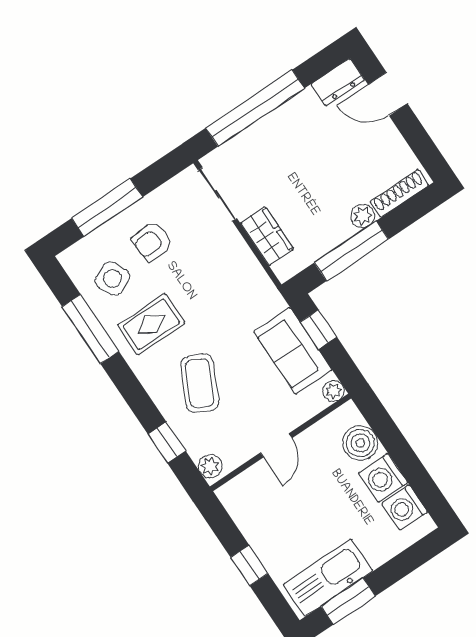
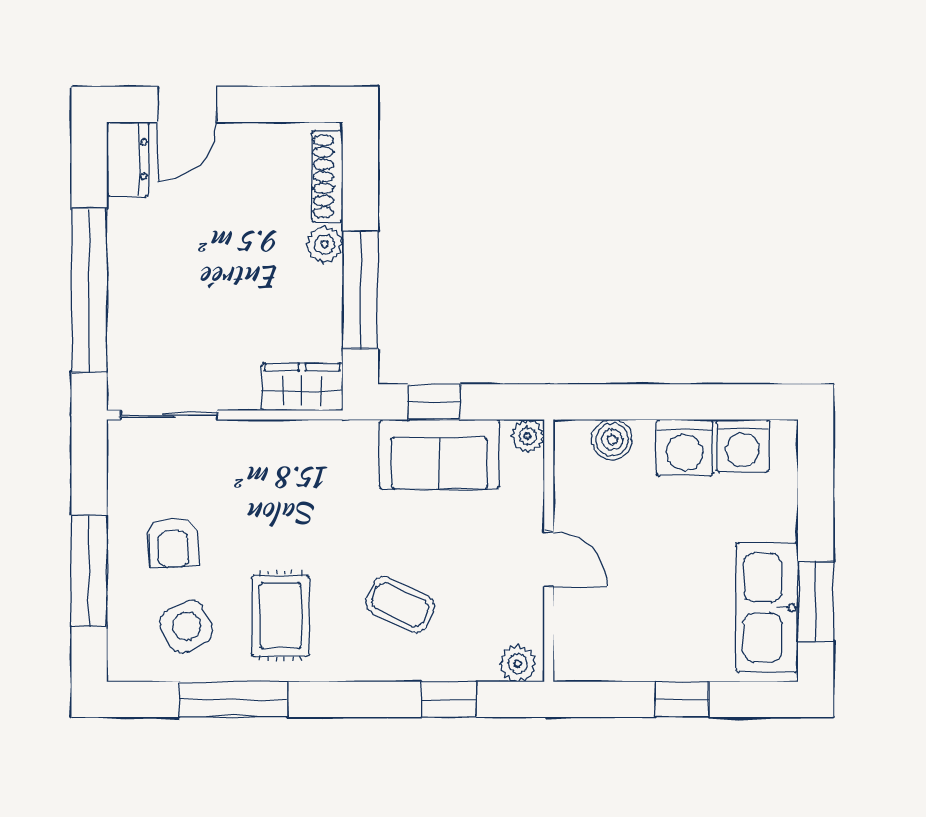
wardrobe: (267, 236) -> (302, 387), moved
coffee table: (200, 383) -> (400, 605), width x0.73, depth x0.77
boiler: (360, 443) -> (612, 440), width x0.73, depth x0.73

